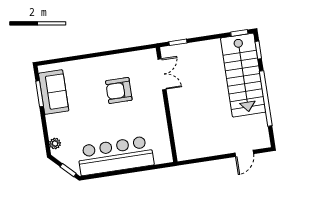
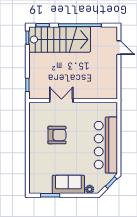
double door: (162, 74) -> (61, 101), moved
armchair: (119, 90) -> (57, 135), turned -90
sofa: (54, 92) -> (68, 184), moved

